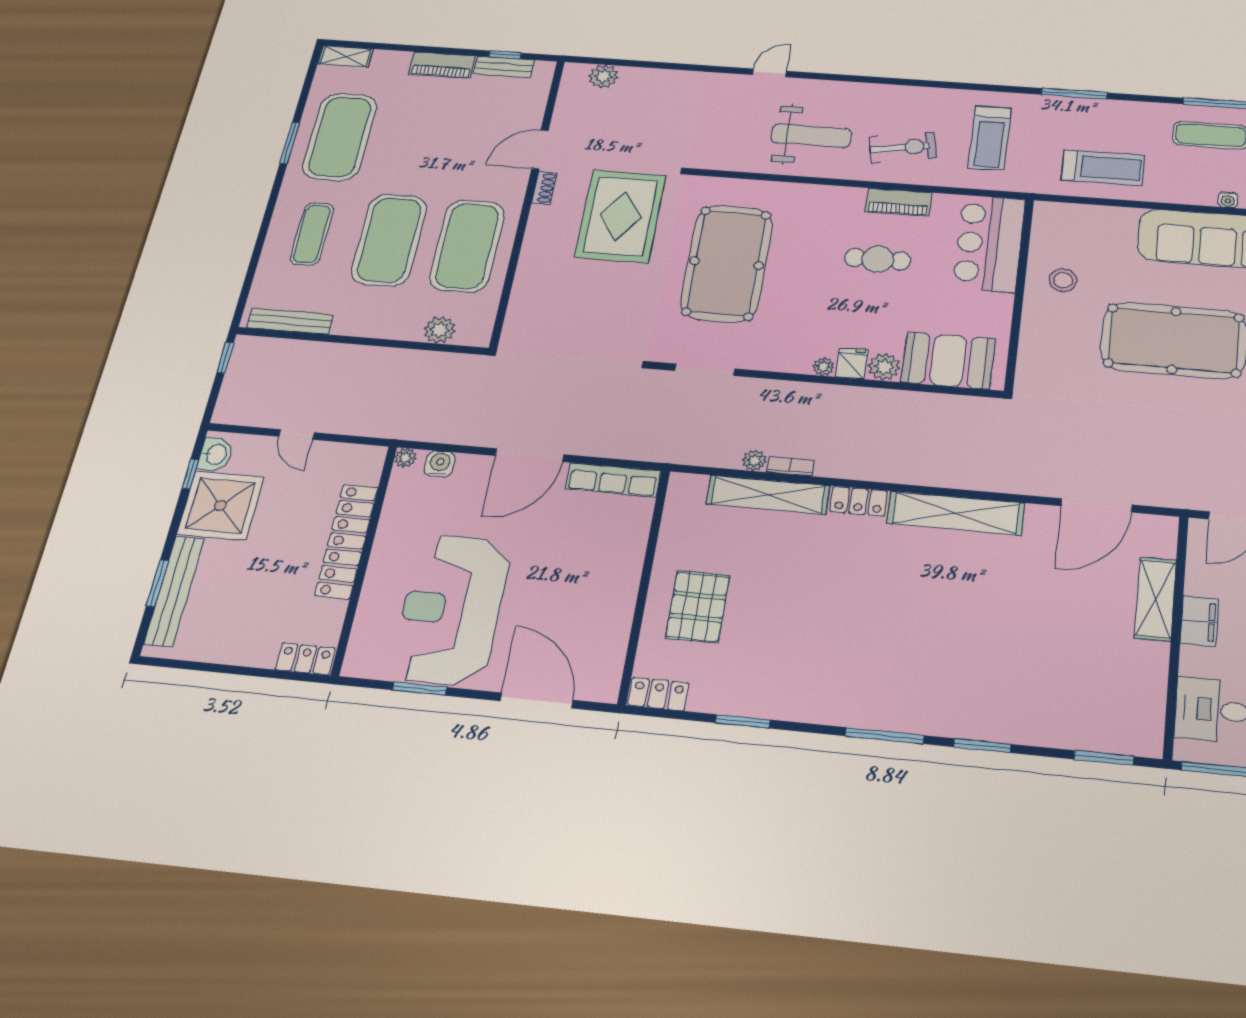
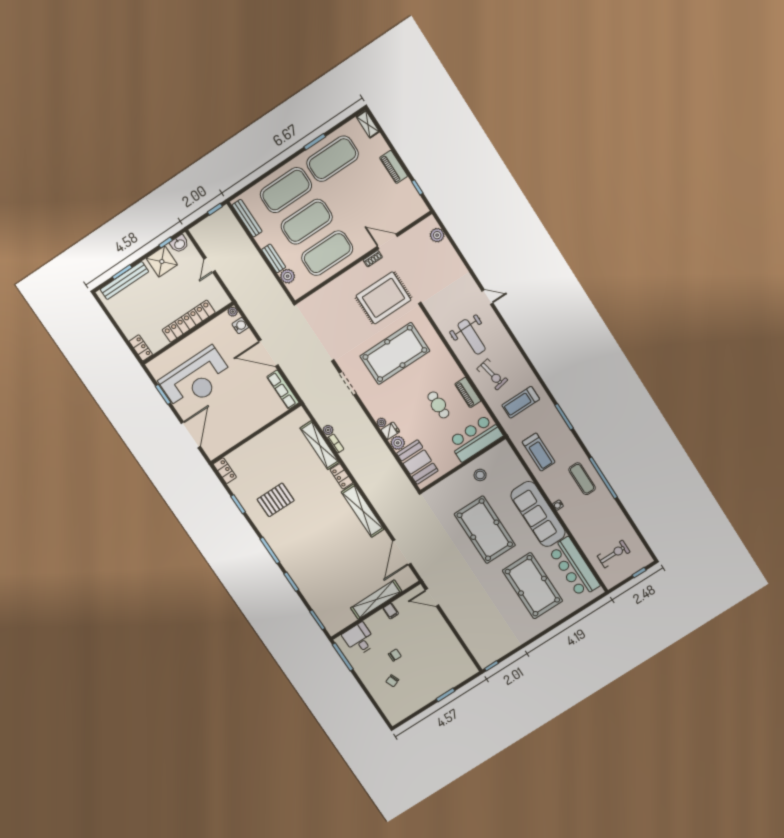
bench: (504, 67) -> (274, 258), moved
exercise mat: (312, 234) -> (286, 190), width x2.00, depth x1.45
door: (1096, 505) -> (402, 552), hinge flipped
shower: (220, 506) -> (162, 262), width x0.73, depth x0.73
shelving: (1155, 599) -> (376, 600), width x1.47
pallet: (698, 607) -> (276, 500), moved
reception desk: (451, 609) -> (196, 379), turned 180
filing cabinet: (1199, 621) -> (391, 611), width x0.50

